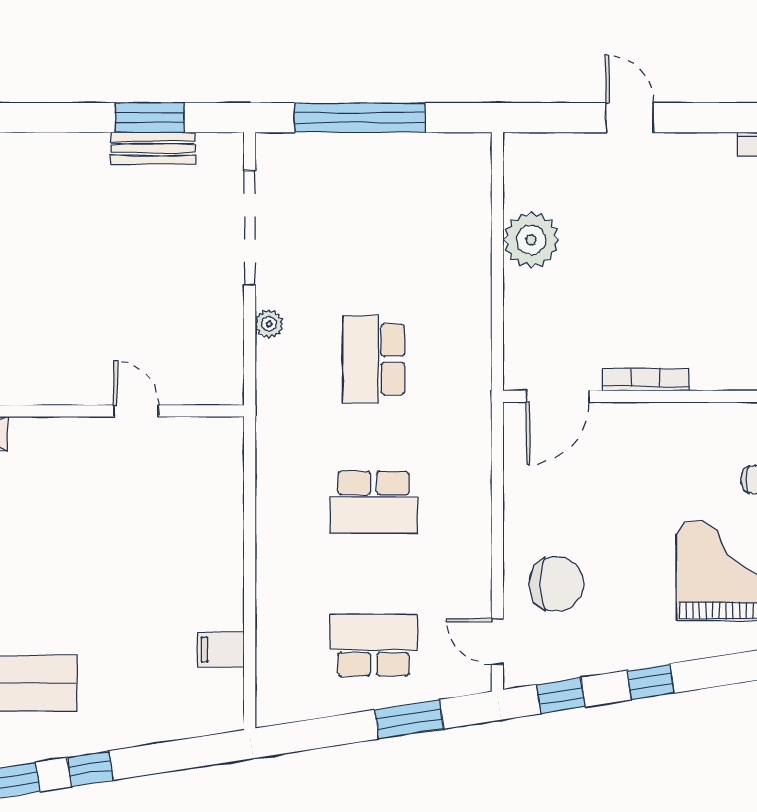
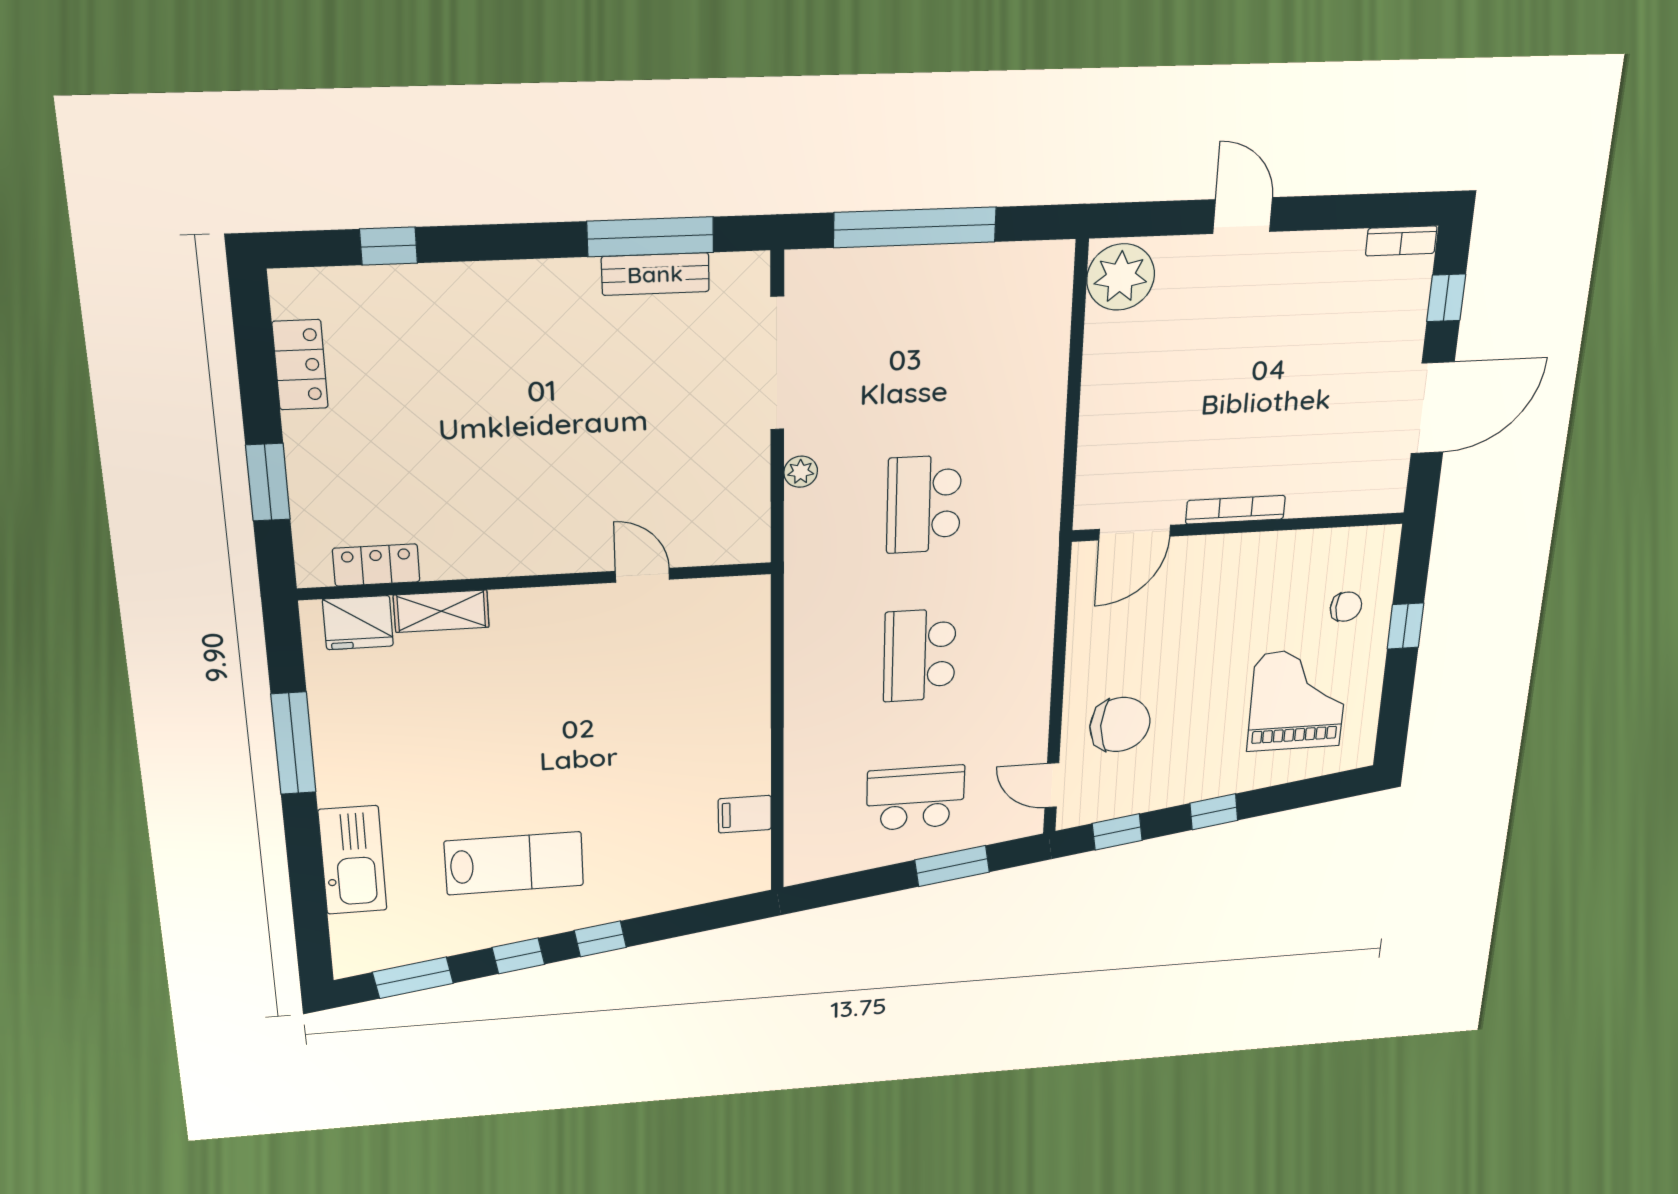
window: (150, 118) -> (650, 237), width x1.44
plant: (531, 240) -> (1121, 277), moved
school desk: (374, 502) -> (920, 655), turned 90

